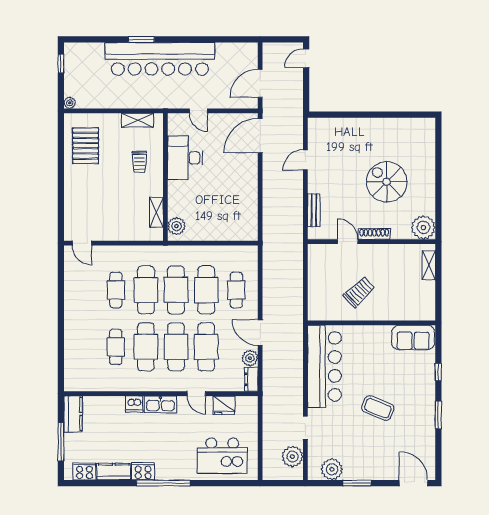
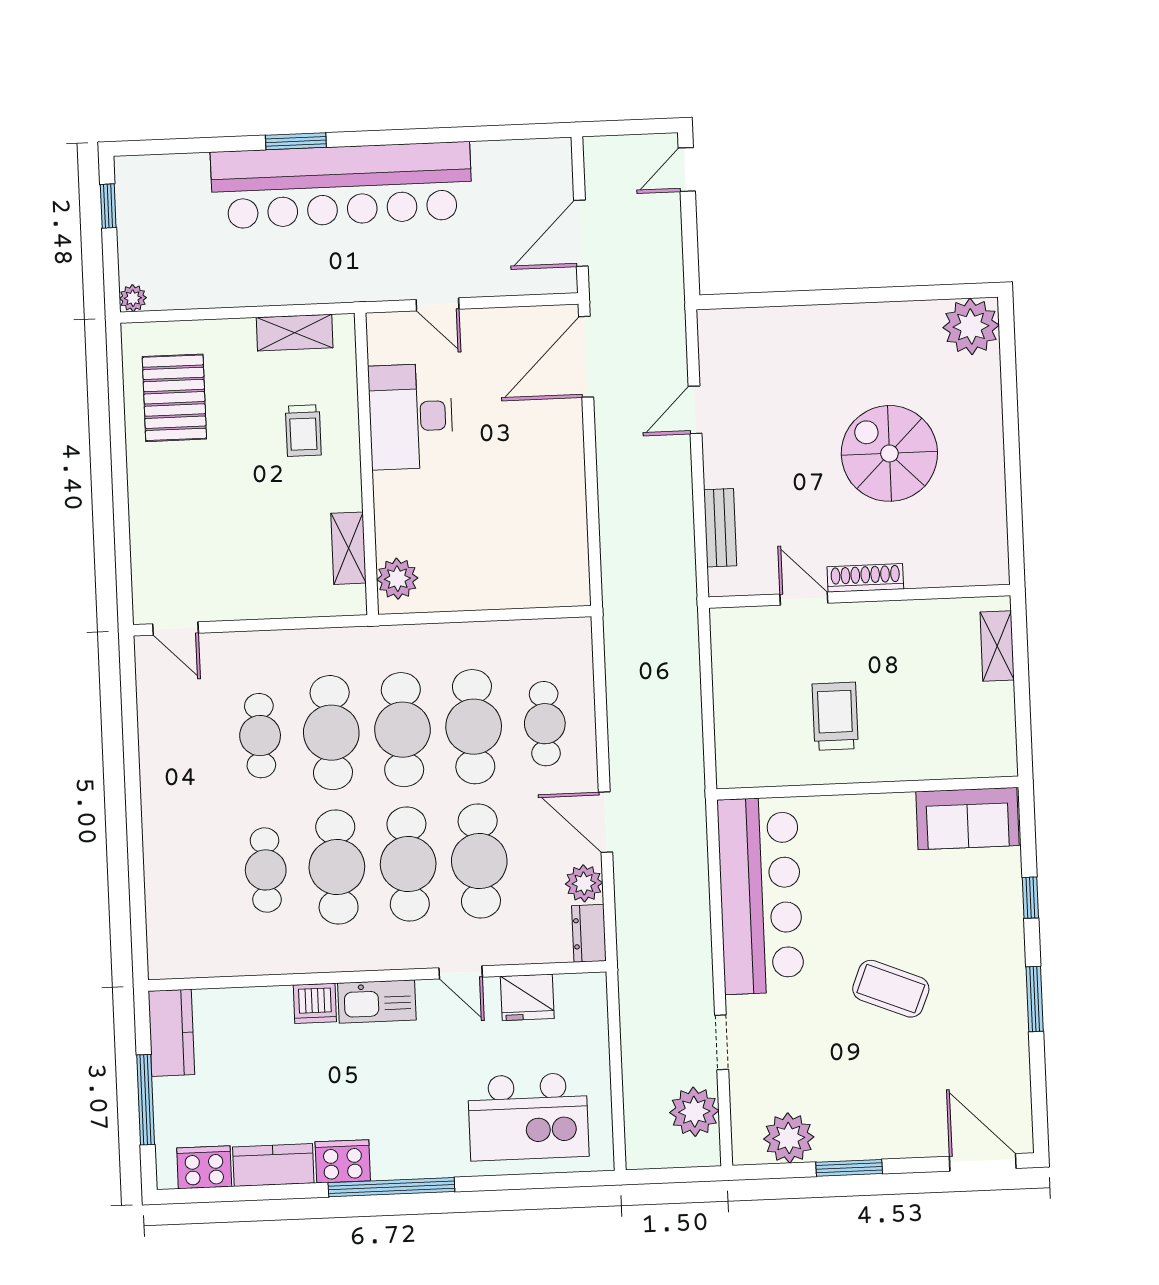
plant: (423, 227) -> (971, 326), moved
trolley: (359, 292) -> (835, 716), turned -46

